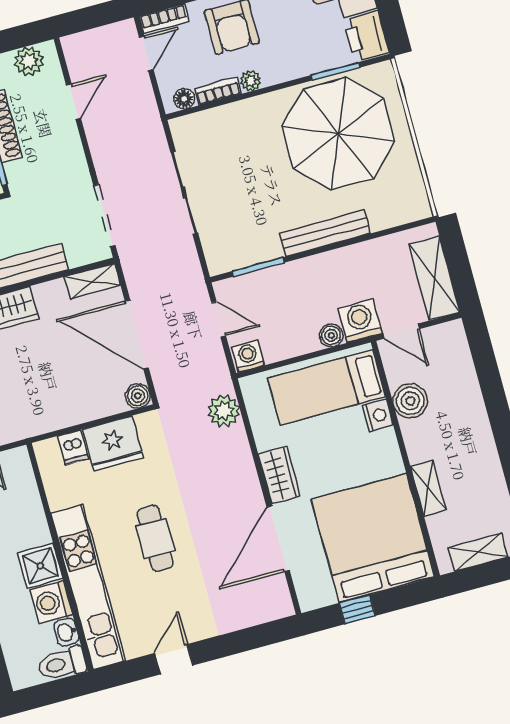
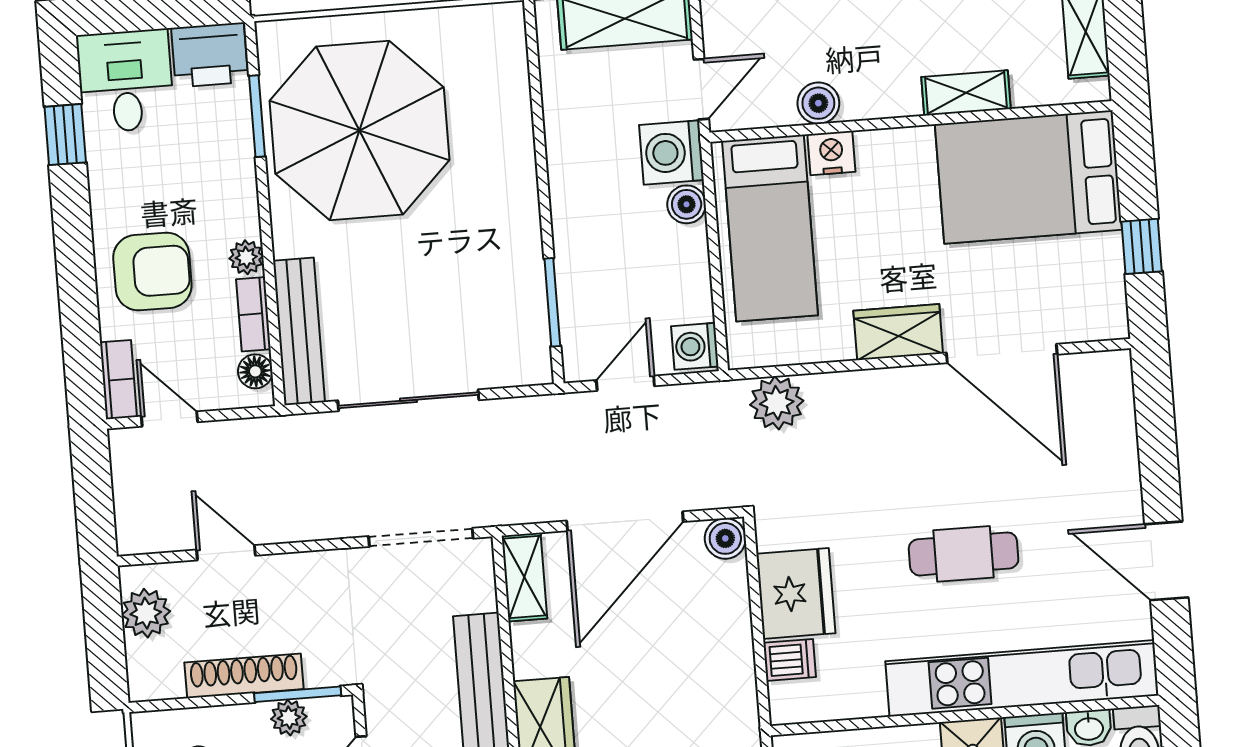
bench: (325, 233) -> (299, 331), moved
boiler: (410, 401) -> (818, 103), width x0.73, depth x0.73
bed: (373, 538) -> (1028, 177), width x0.73
door: (174, 659) -> (1166, 561), width x1.38

